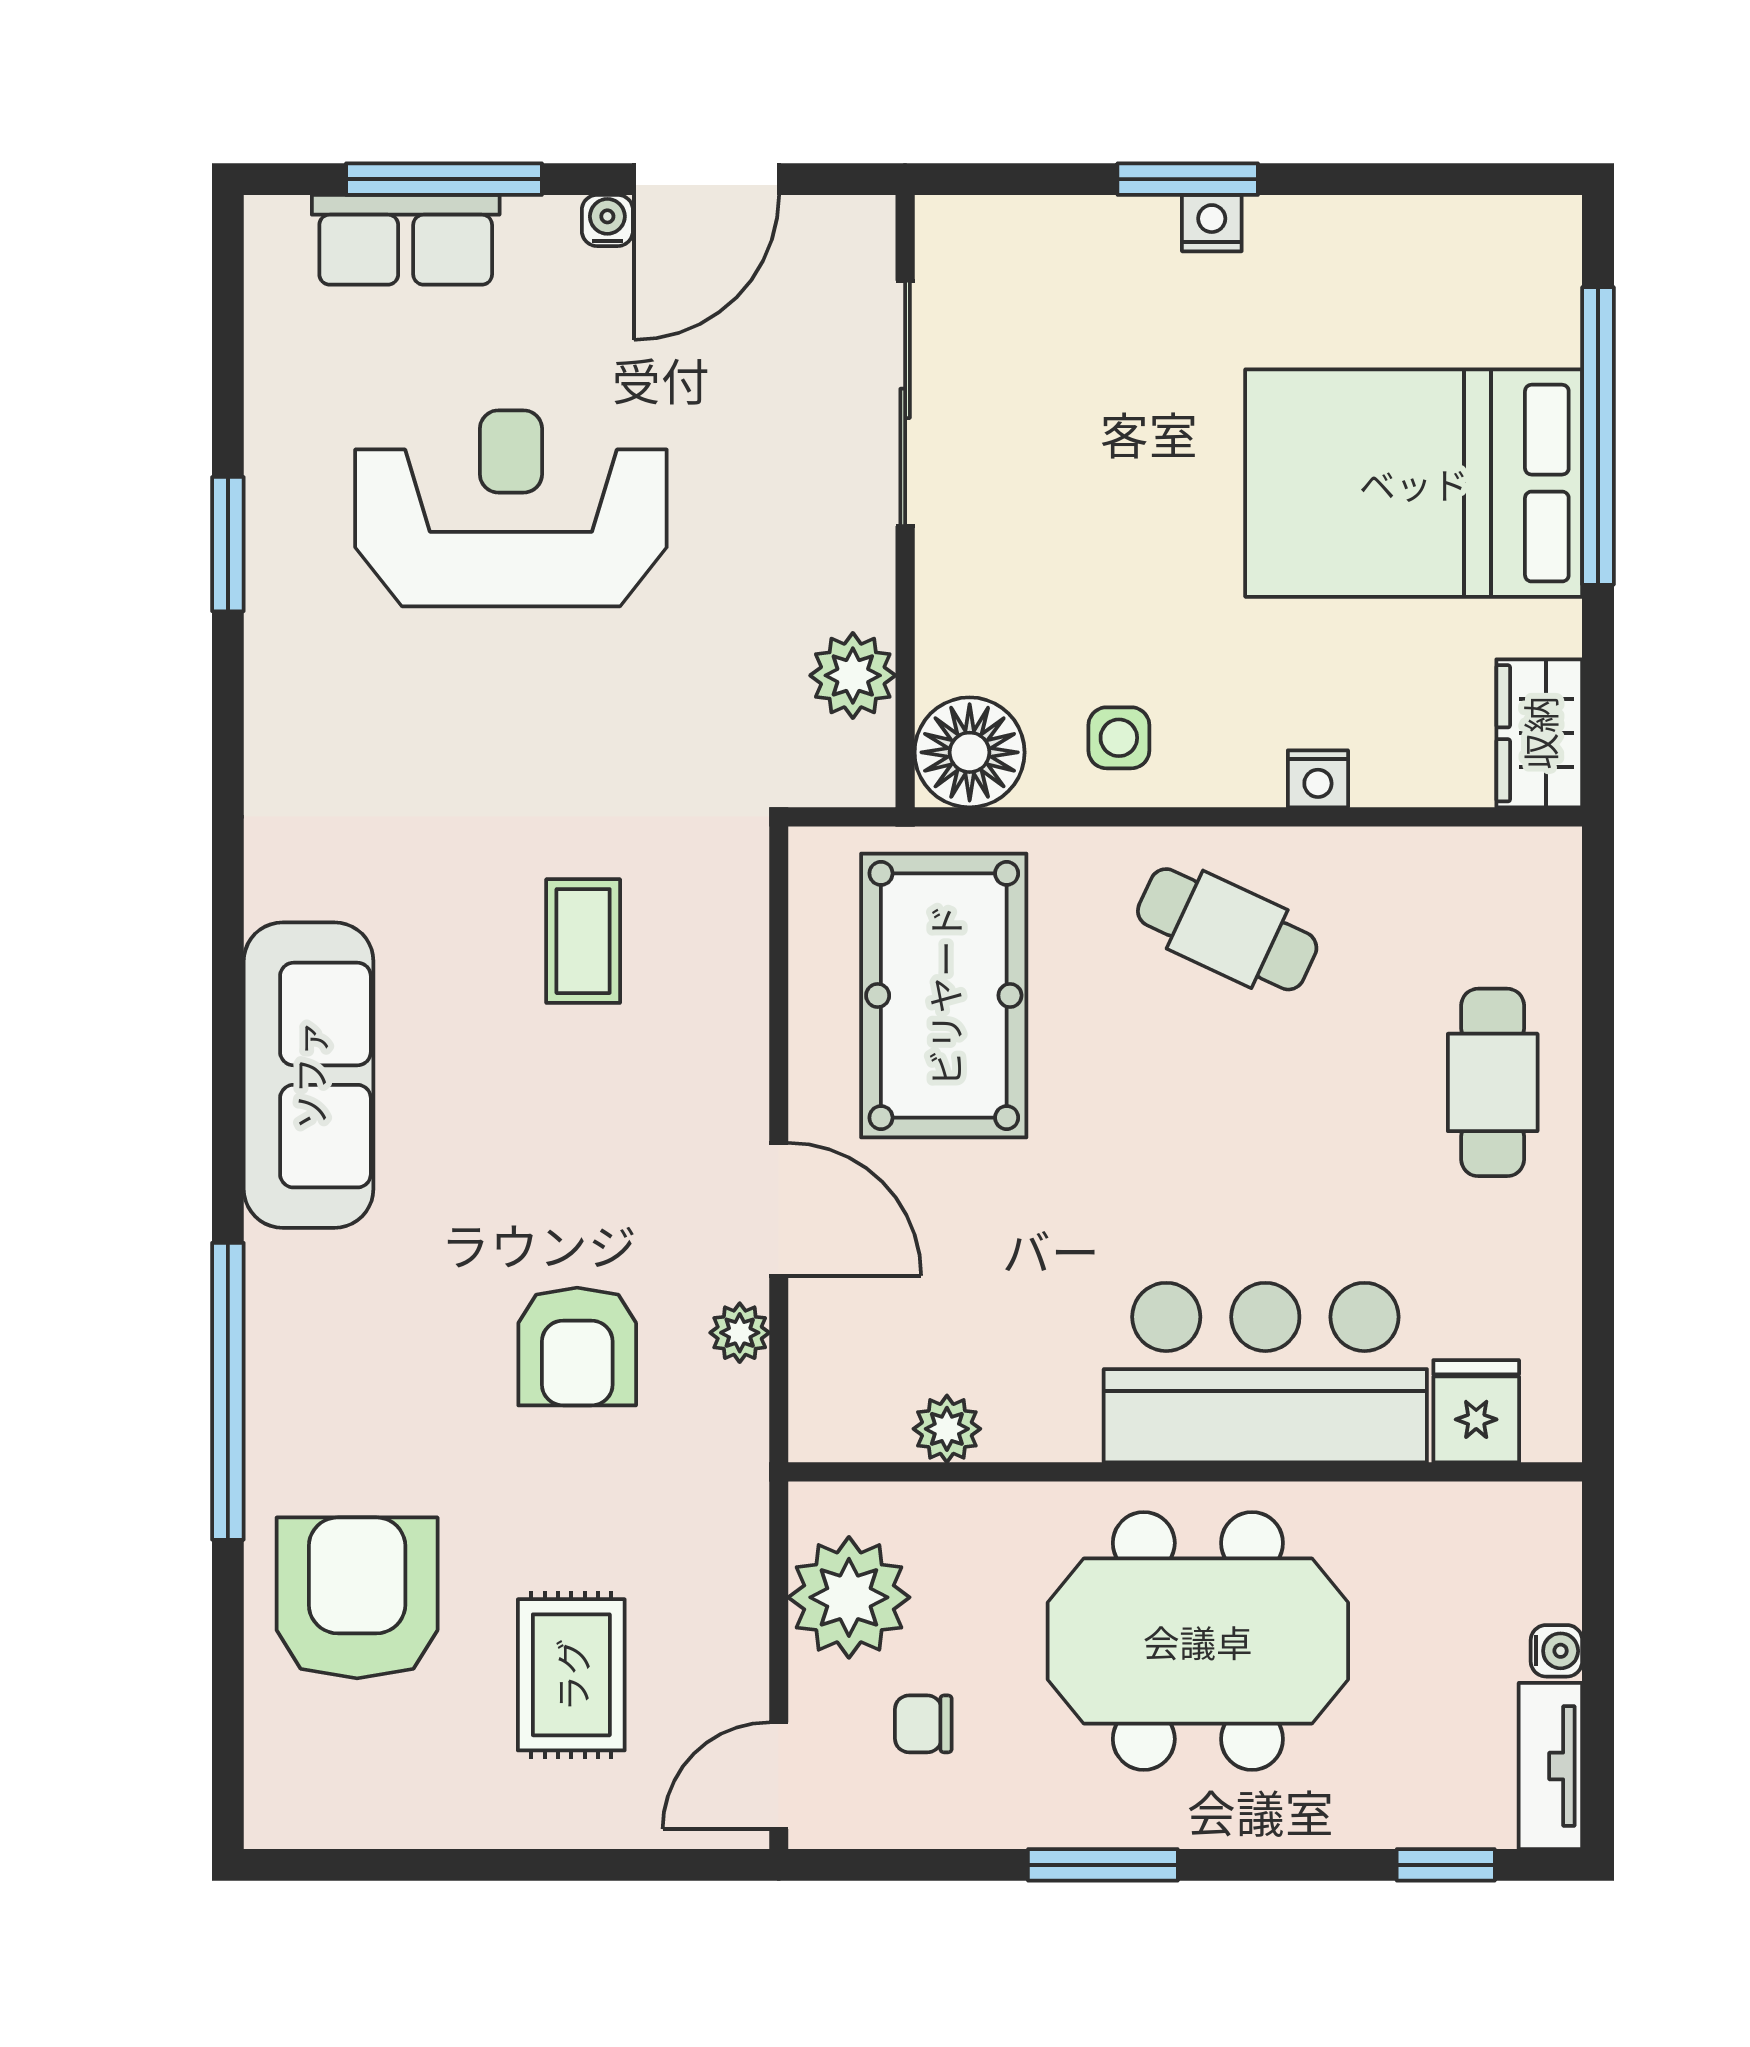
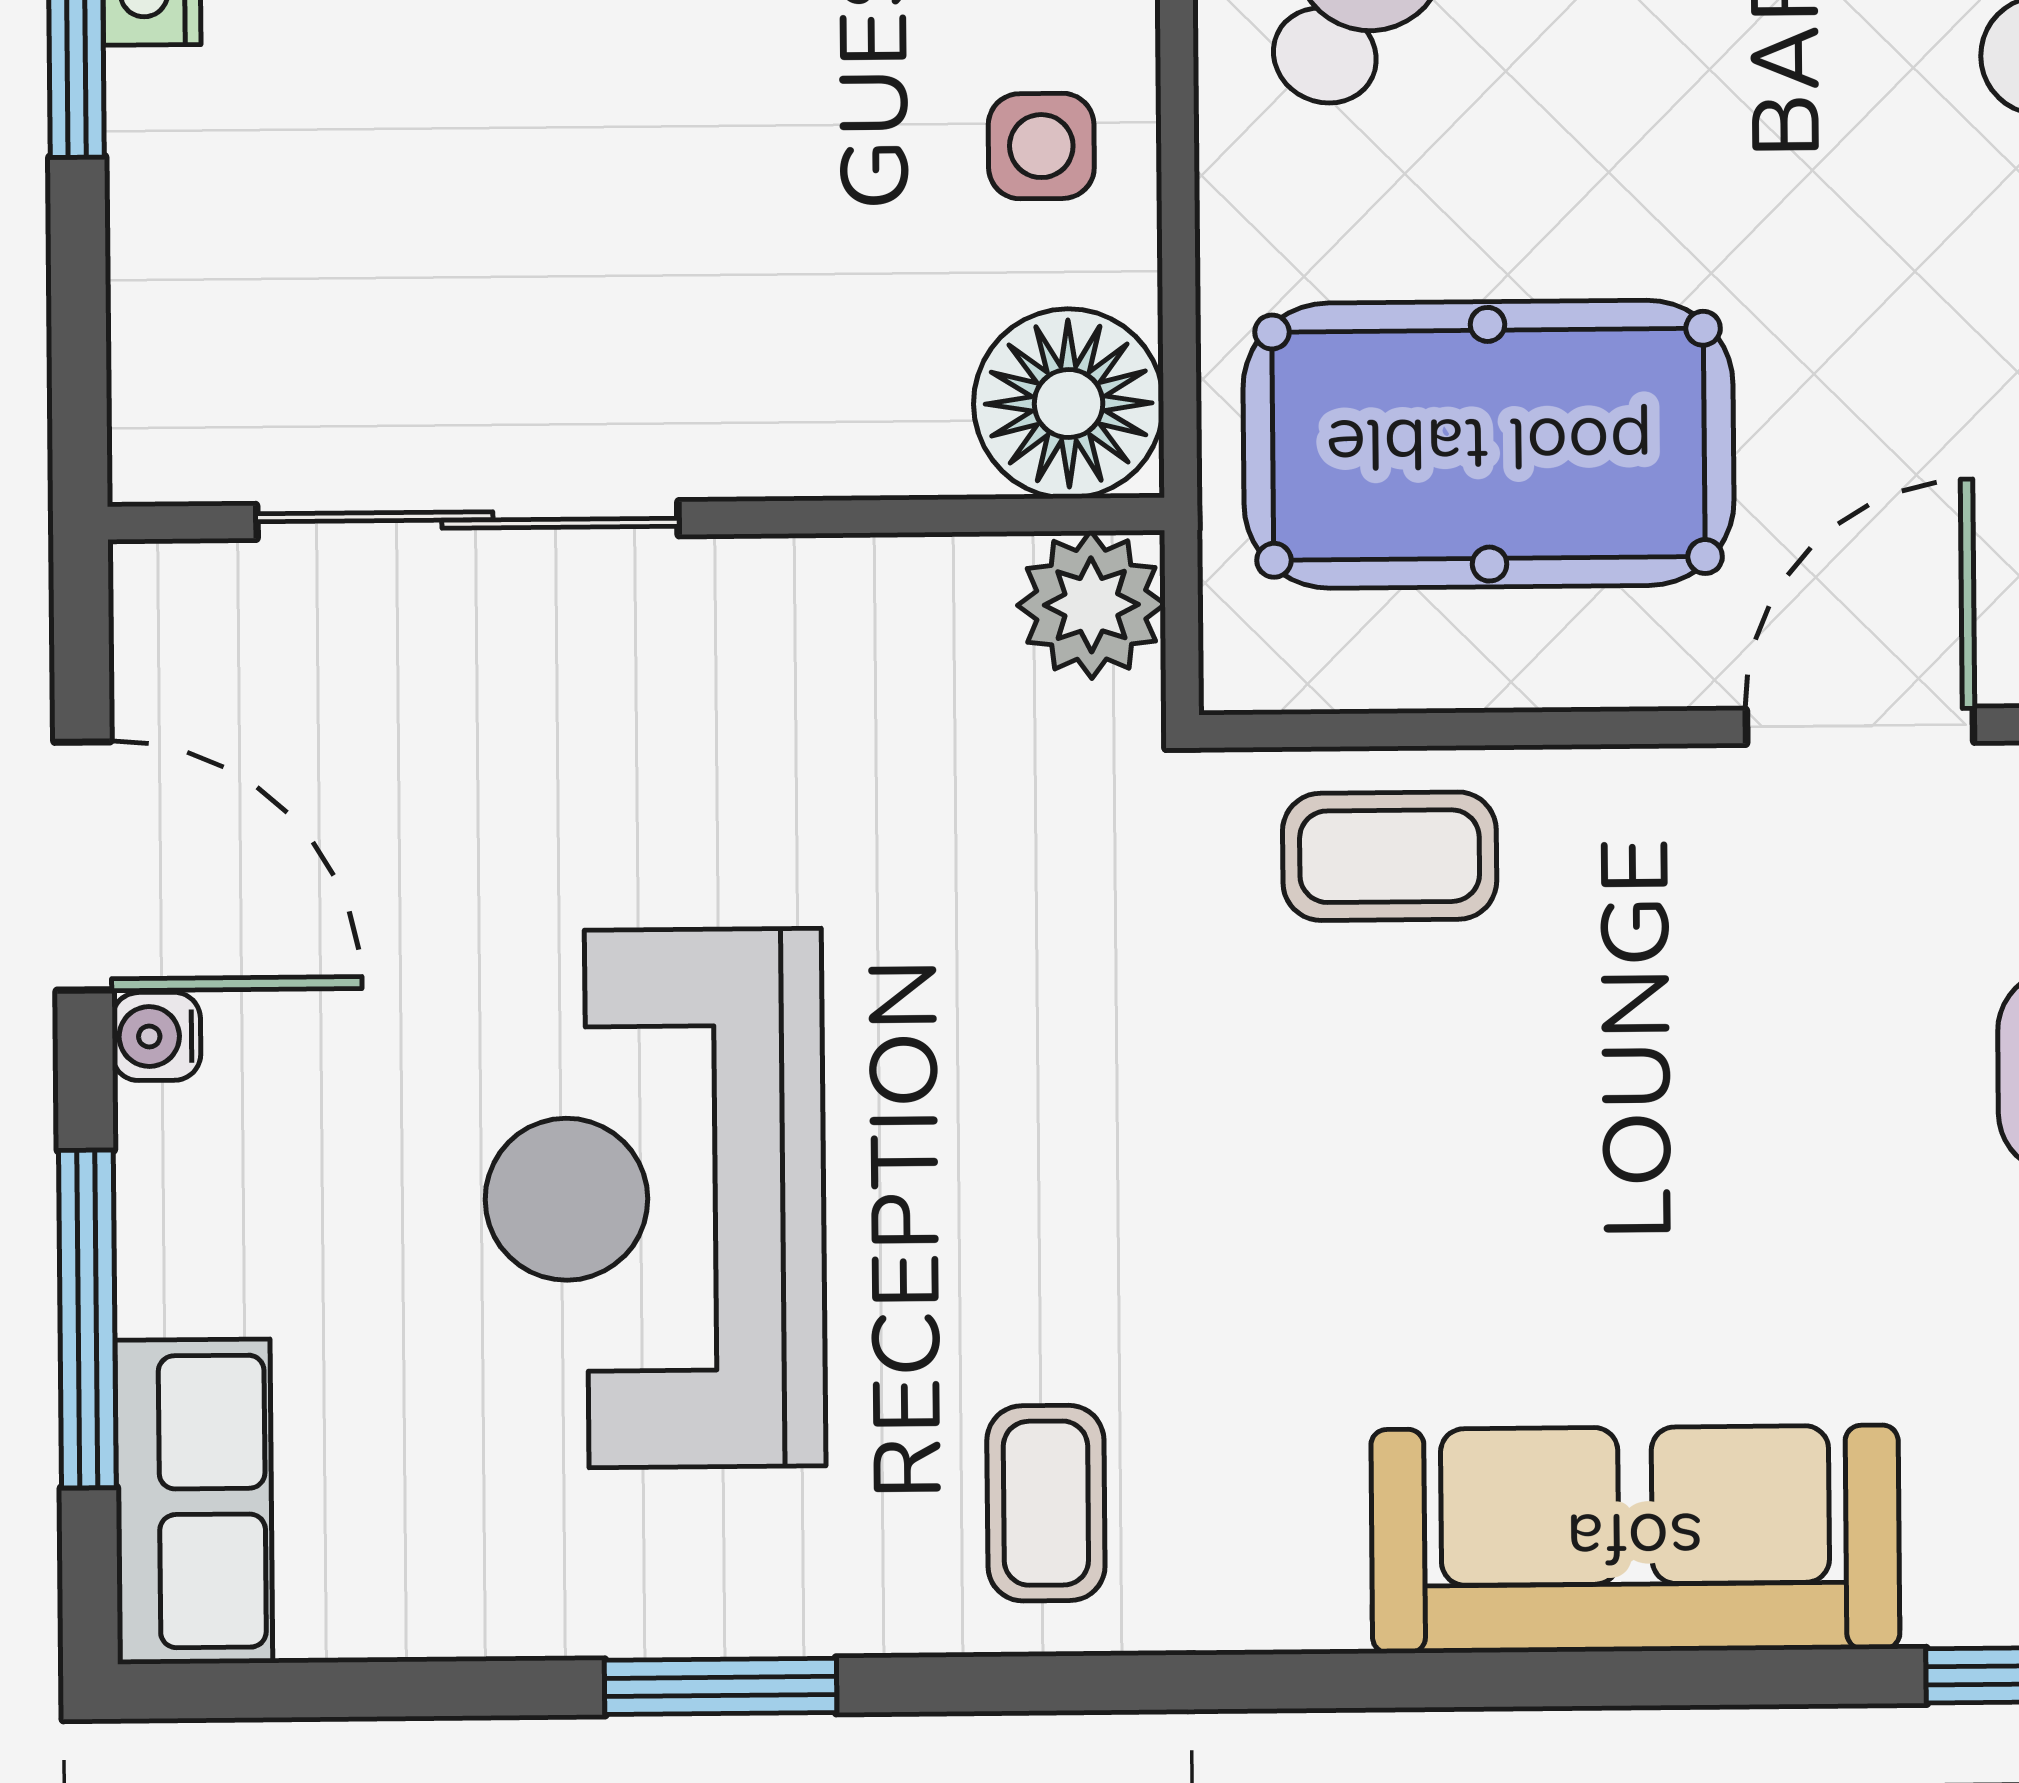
row of seats: (406, 240) -> (194, 1502), moved
plant: (853, 675) -> (1091, 605), moved
coffee table: (332, 734) -> (1046, 1503), added
coffee table: (583, 941) -> (1390, 856), moved

